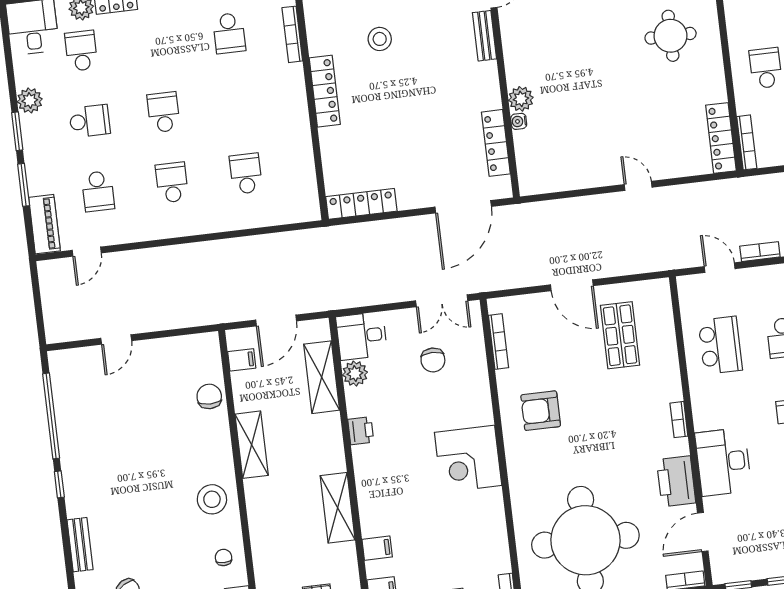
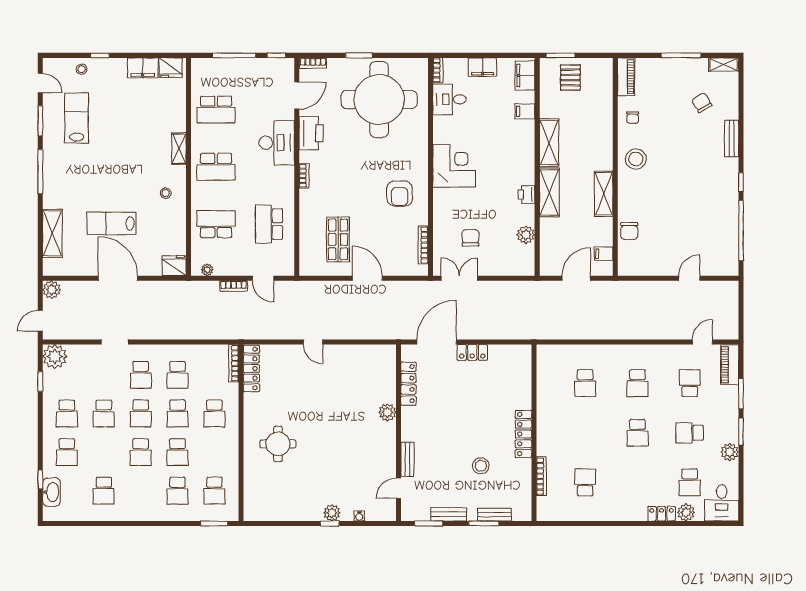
water cooler: (519, 121) -> (391, 397), removed
locker: (361, 204) -> (472, 352), moved, width x0.66
desk: (362, 336) -> (449, 99), moved, turned 180
shelving: (322, 377) -> (549, 192), moved
armchair: (541, 411) -> (400, 194), turned 90

